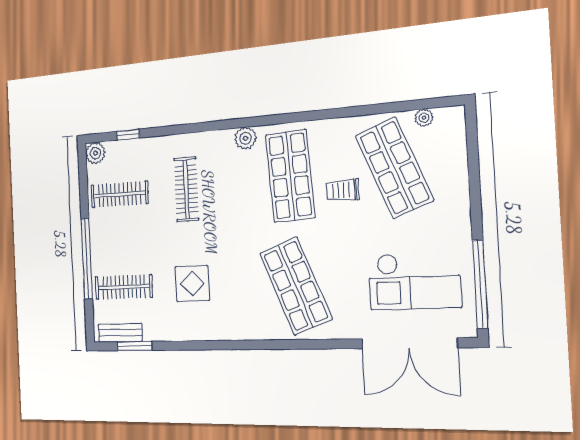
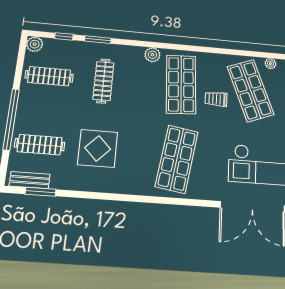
window: (171, 130) -> (98, 40), added
display table: (192, 284) -> (98, 148), width x1.36, depth x1.36
shop shelf: (296, 286) -> (177, 159), turned 30

